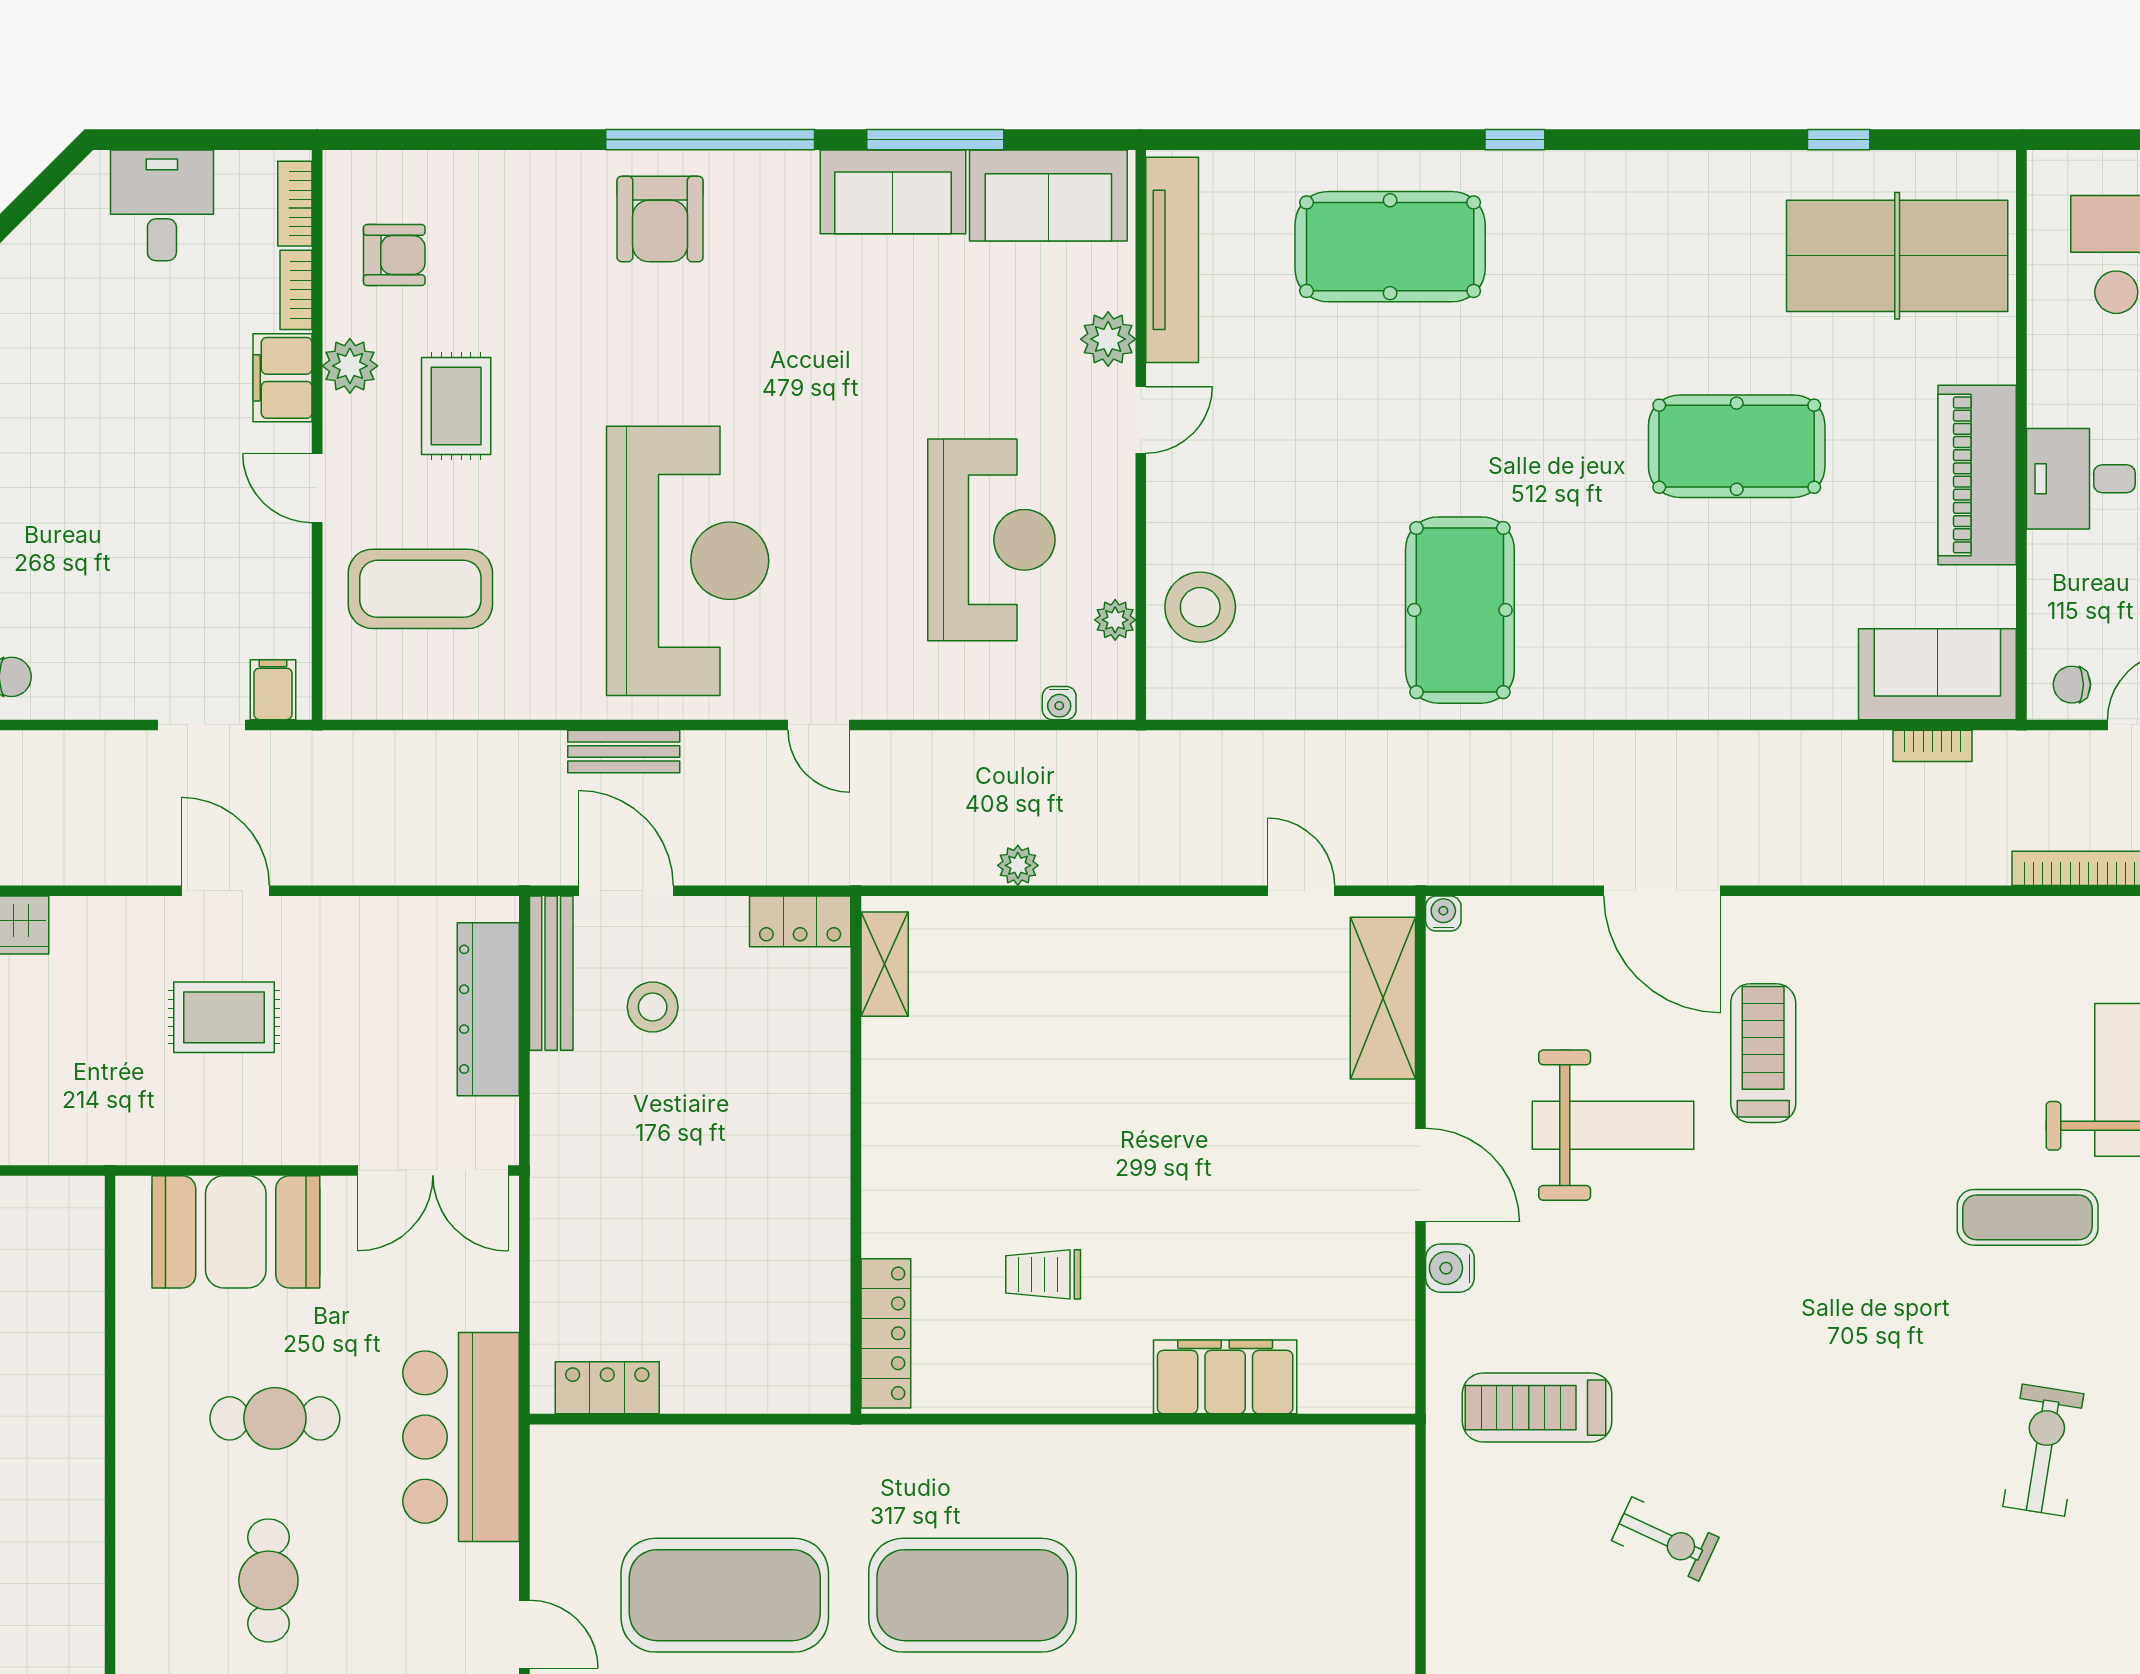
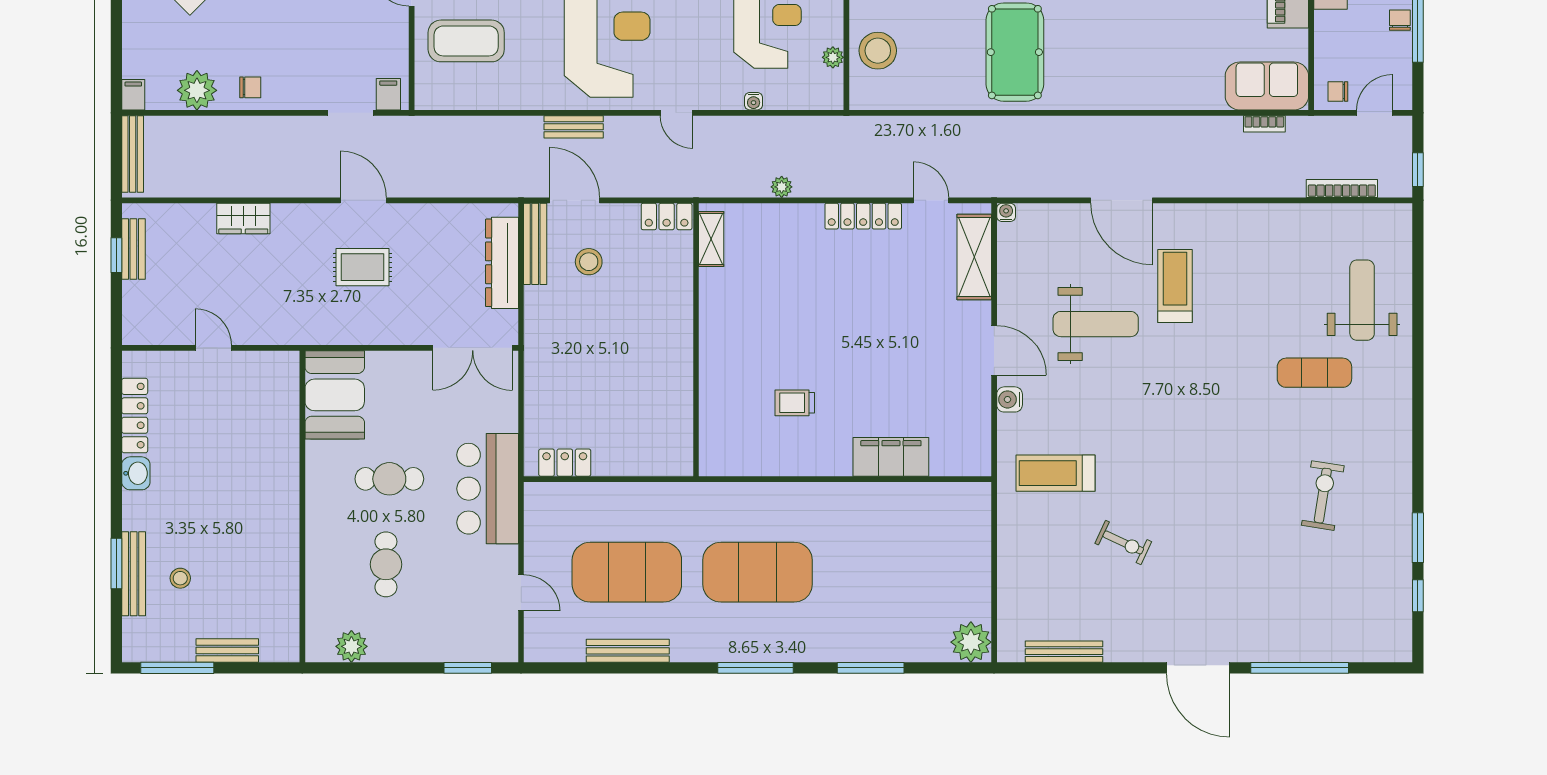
water cooler: (1059, 703) -> (754, 101), moved
booth: (236, 1232) -> (335, 395), moved, turned 90
locker: (886, 1333) -> (863, 216), moved, turned 90

